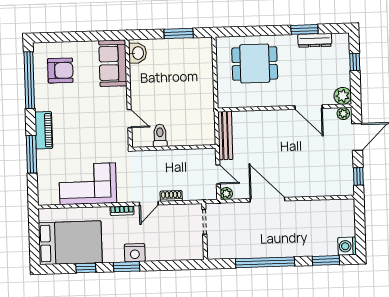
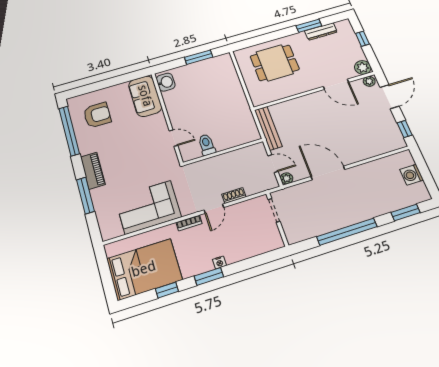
washing machine: (347, 246) -> (412, 175), moved
nightstand: (135, 253) -> (220, 262), width x0.53, depth x0.56

